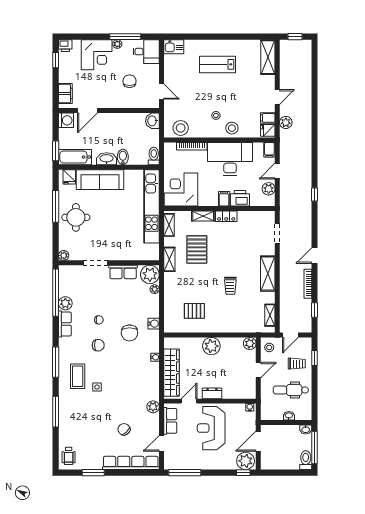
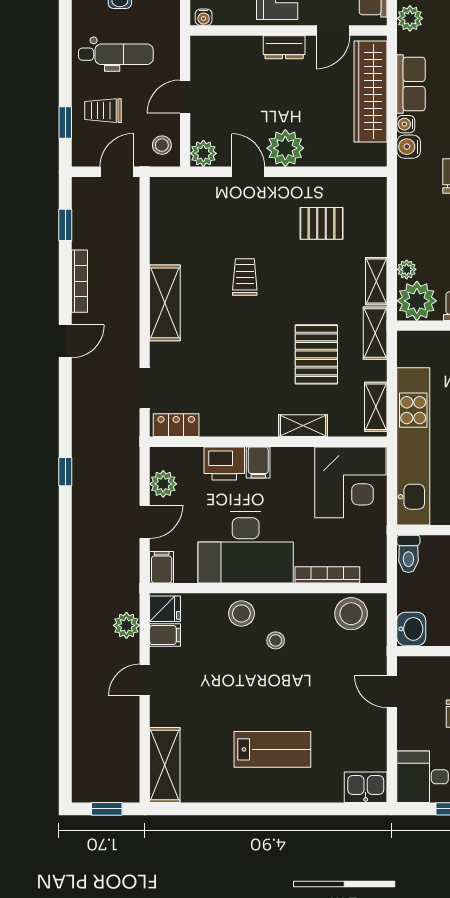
locker: (226, 216) -> (176, 425), moved
shelving: (270, 315) -> (376, 281), moved
water cooler: (154, 324) -> (409, 147), moved
door: (229, 335) -> (248, 172), added
row of seats: (153, 376) -> (411, 84), added

